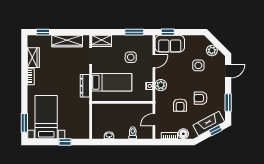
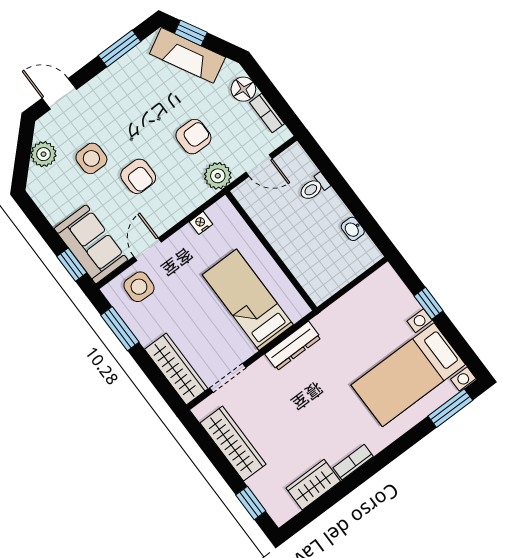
wardrobe: (102, 41) -> (176, 369), width x1.50
side table: (131, 57) -> (139, 287), moved
door: (154, 61) -> (148, 249), hinge flipped
plant: (161, 85) -> (218, 176), moved
armchair: (201, 98) -> (138, 176), moved

